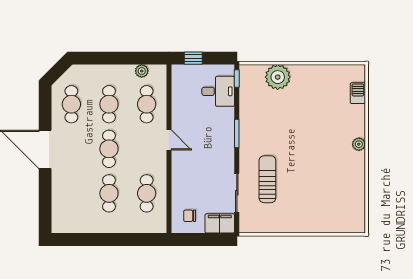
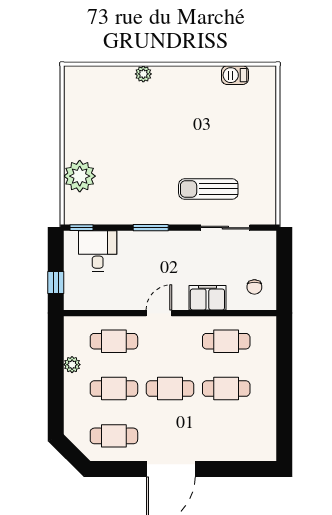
plant: (142, 71) -> (72, 365), moved
barbecue: (358, 93) -> (235, 75), moved
plant: (359, 144) -> (143, 74), moved
filing cabinet: (220, 223) -> (207, 298), moved, turned 90

